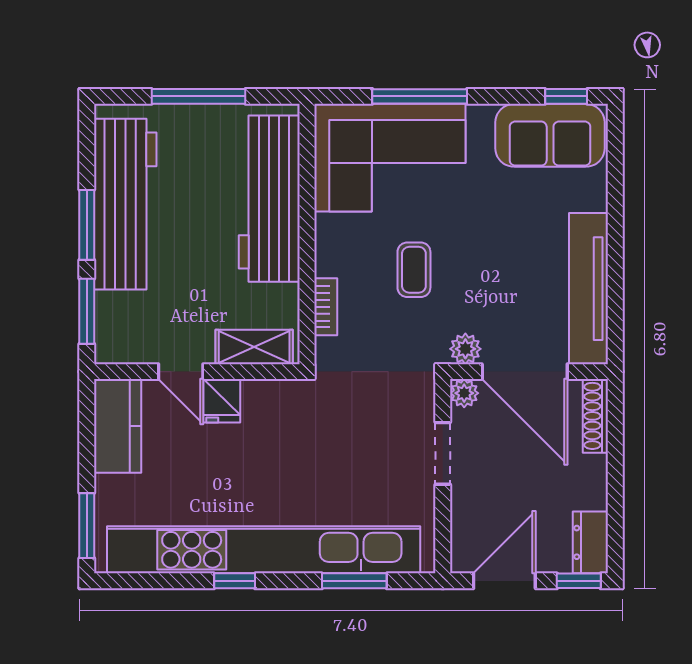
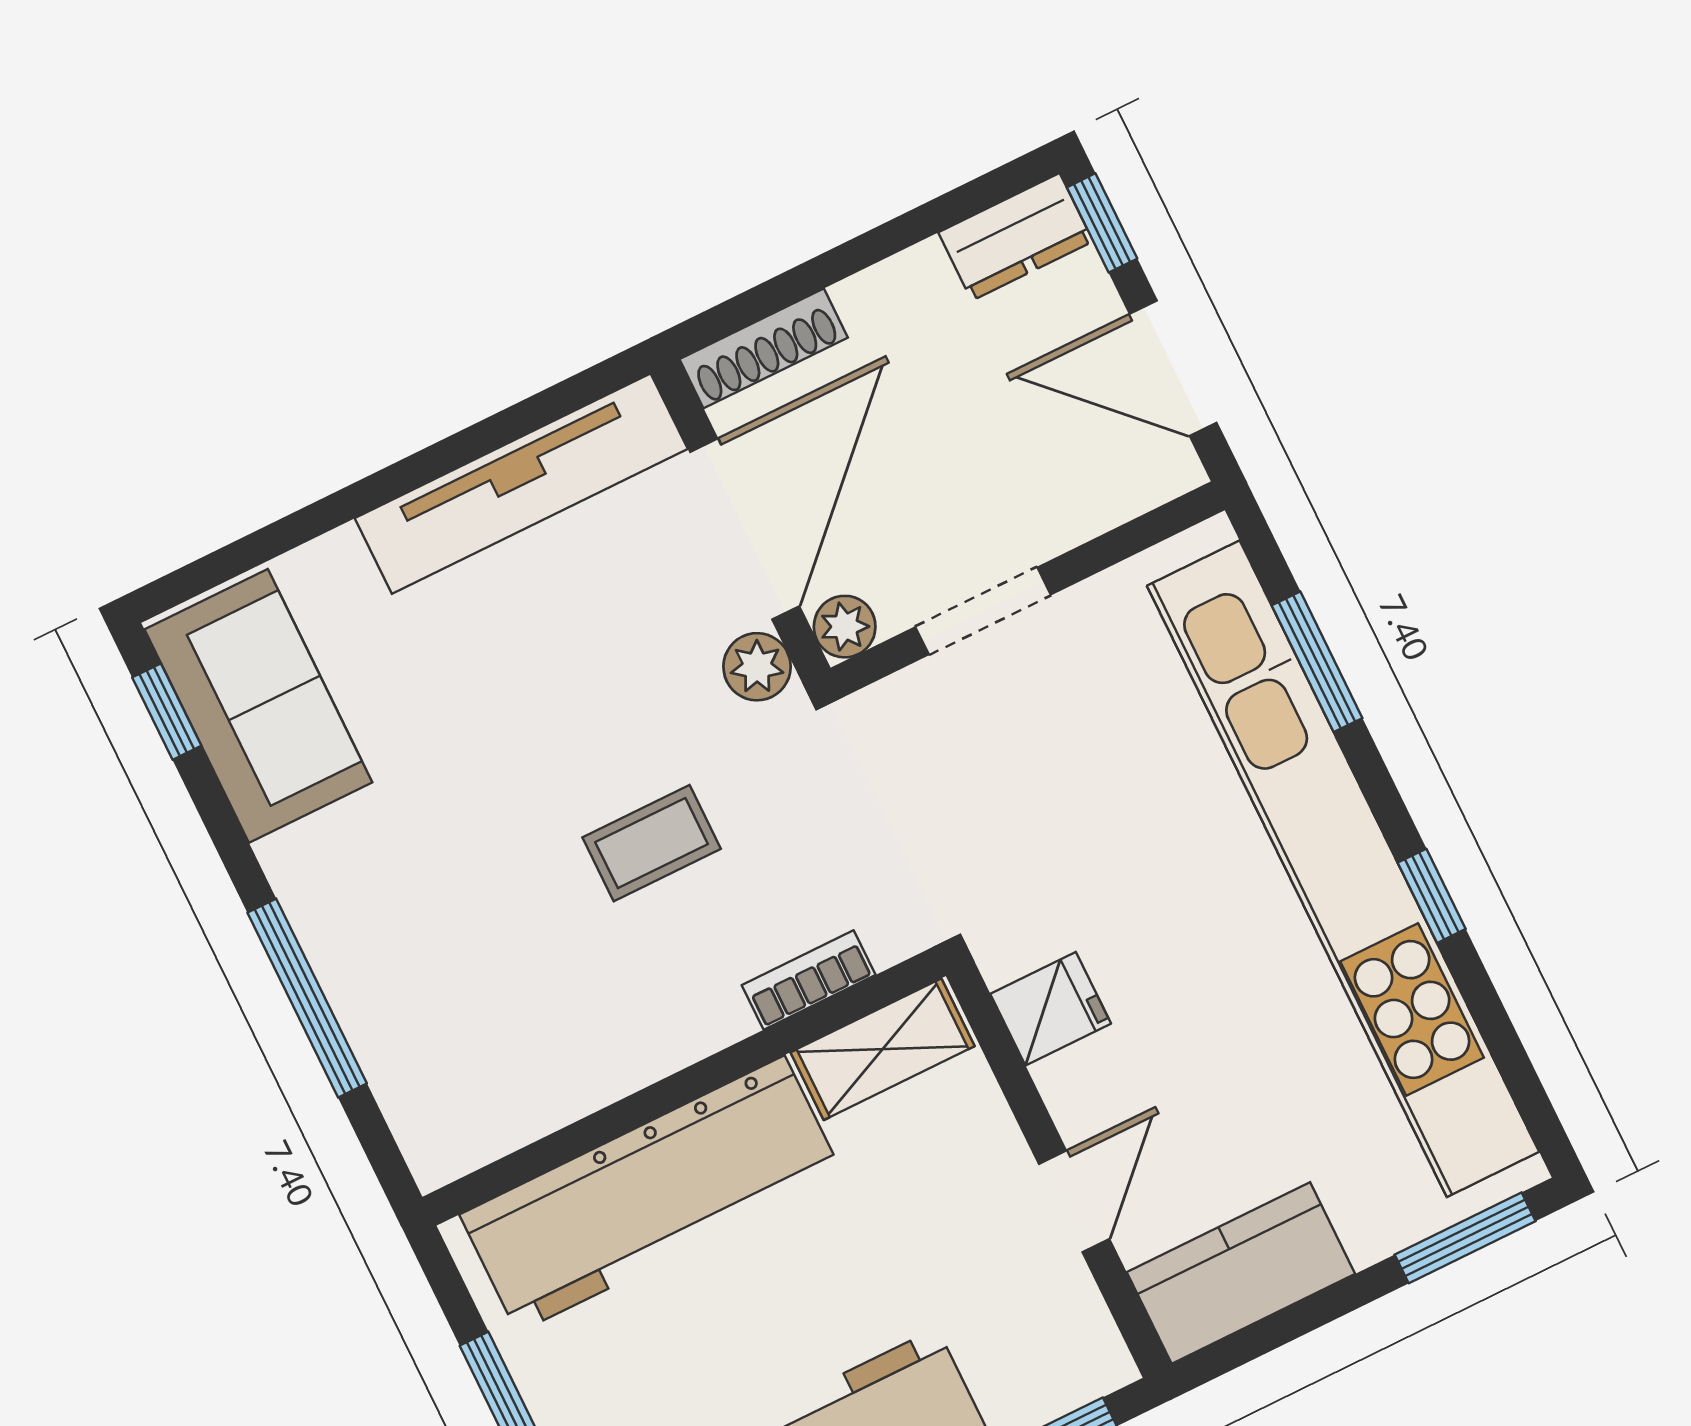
corner sofa: (390, 158) -> (455, 998), removed
shelving: (254, 347) -> (883, 1049), moved, turned 90
fridge: (222, 401) -> (1051, 1009), moved

